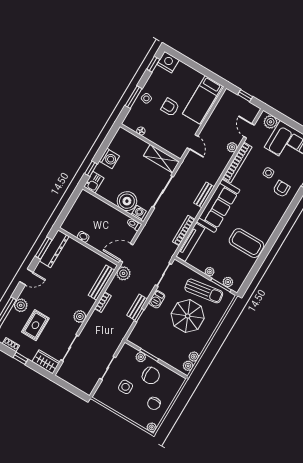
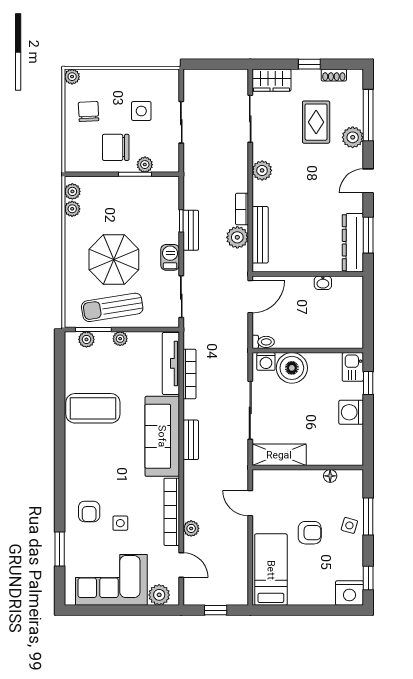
plant: (123, 273) -> (237, 237), moved

